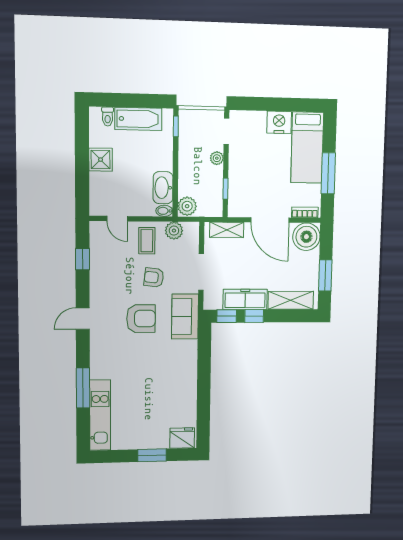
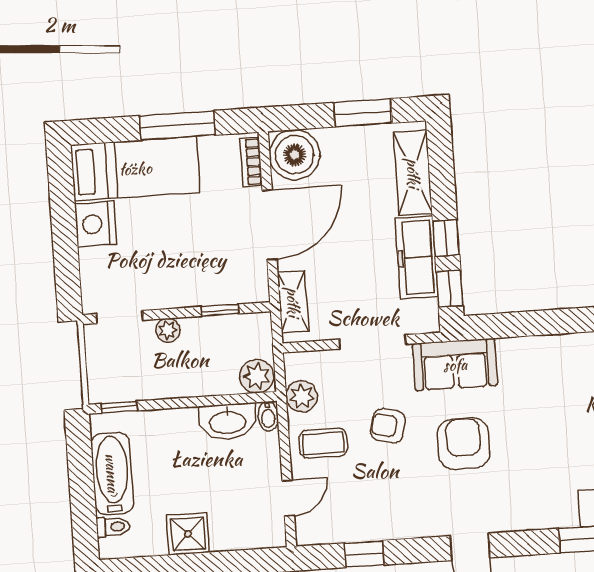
armchair: (154, 277) -> (388, 426), turned 97

